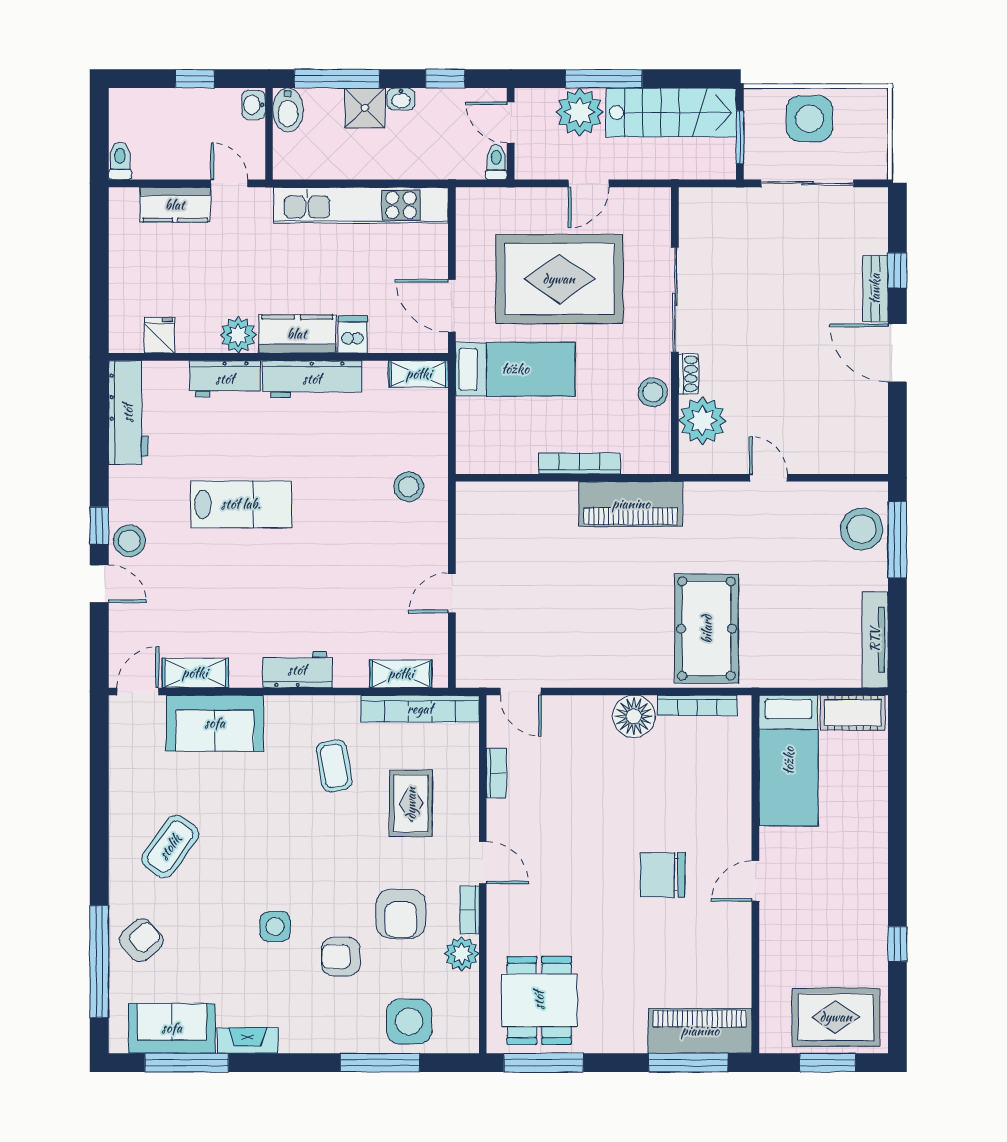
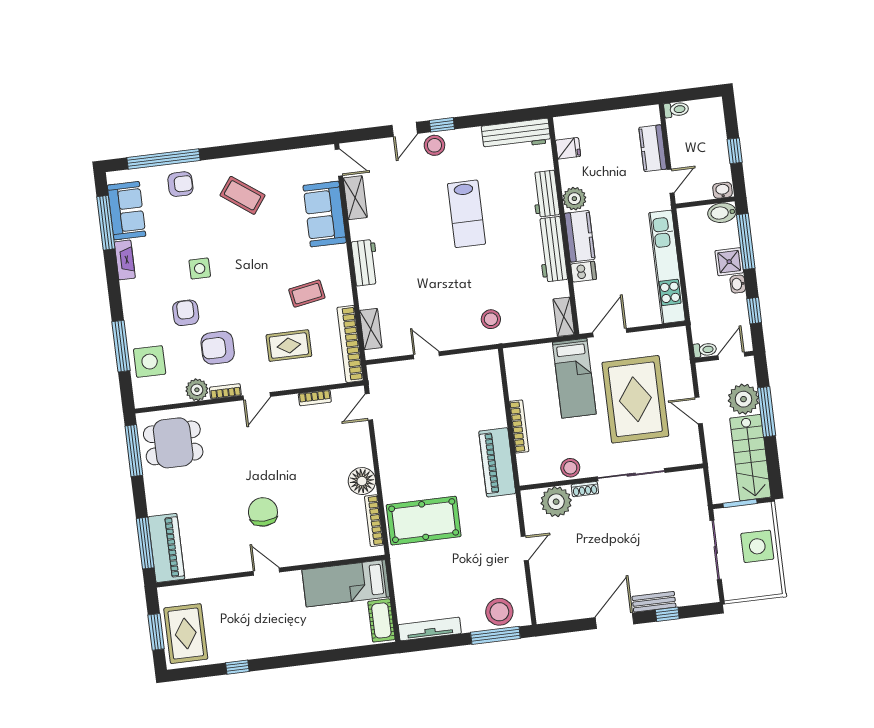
armchair: (141, 940) -> (180, 184), turned -49

